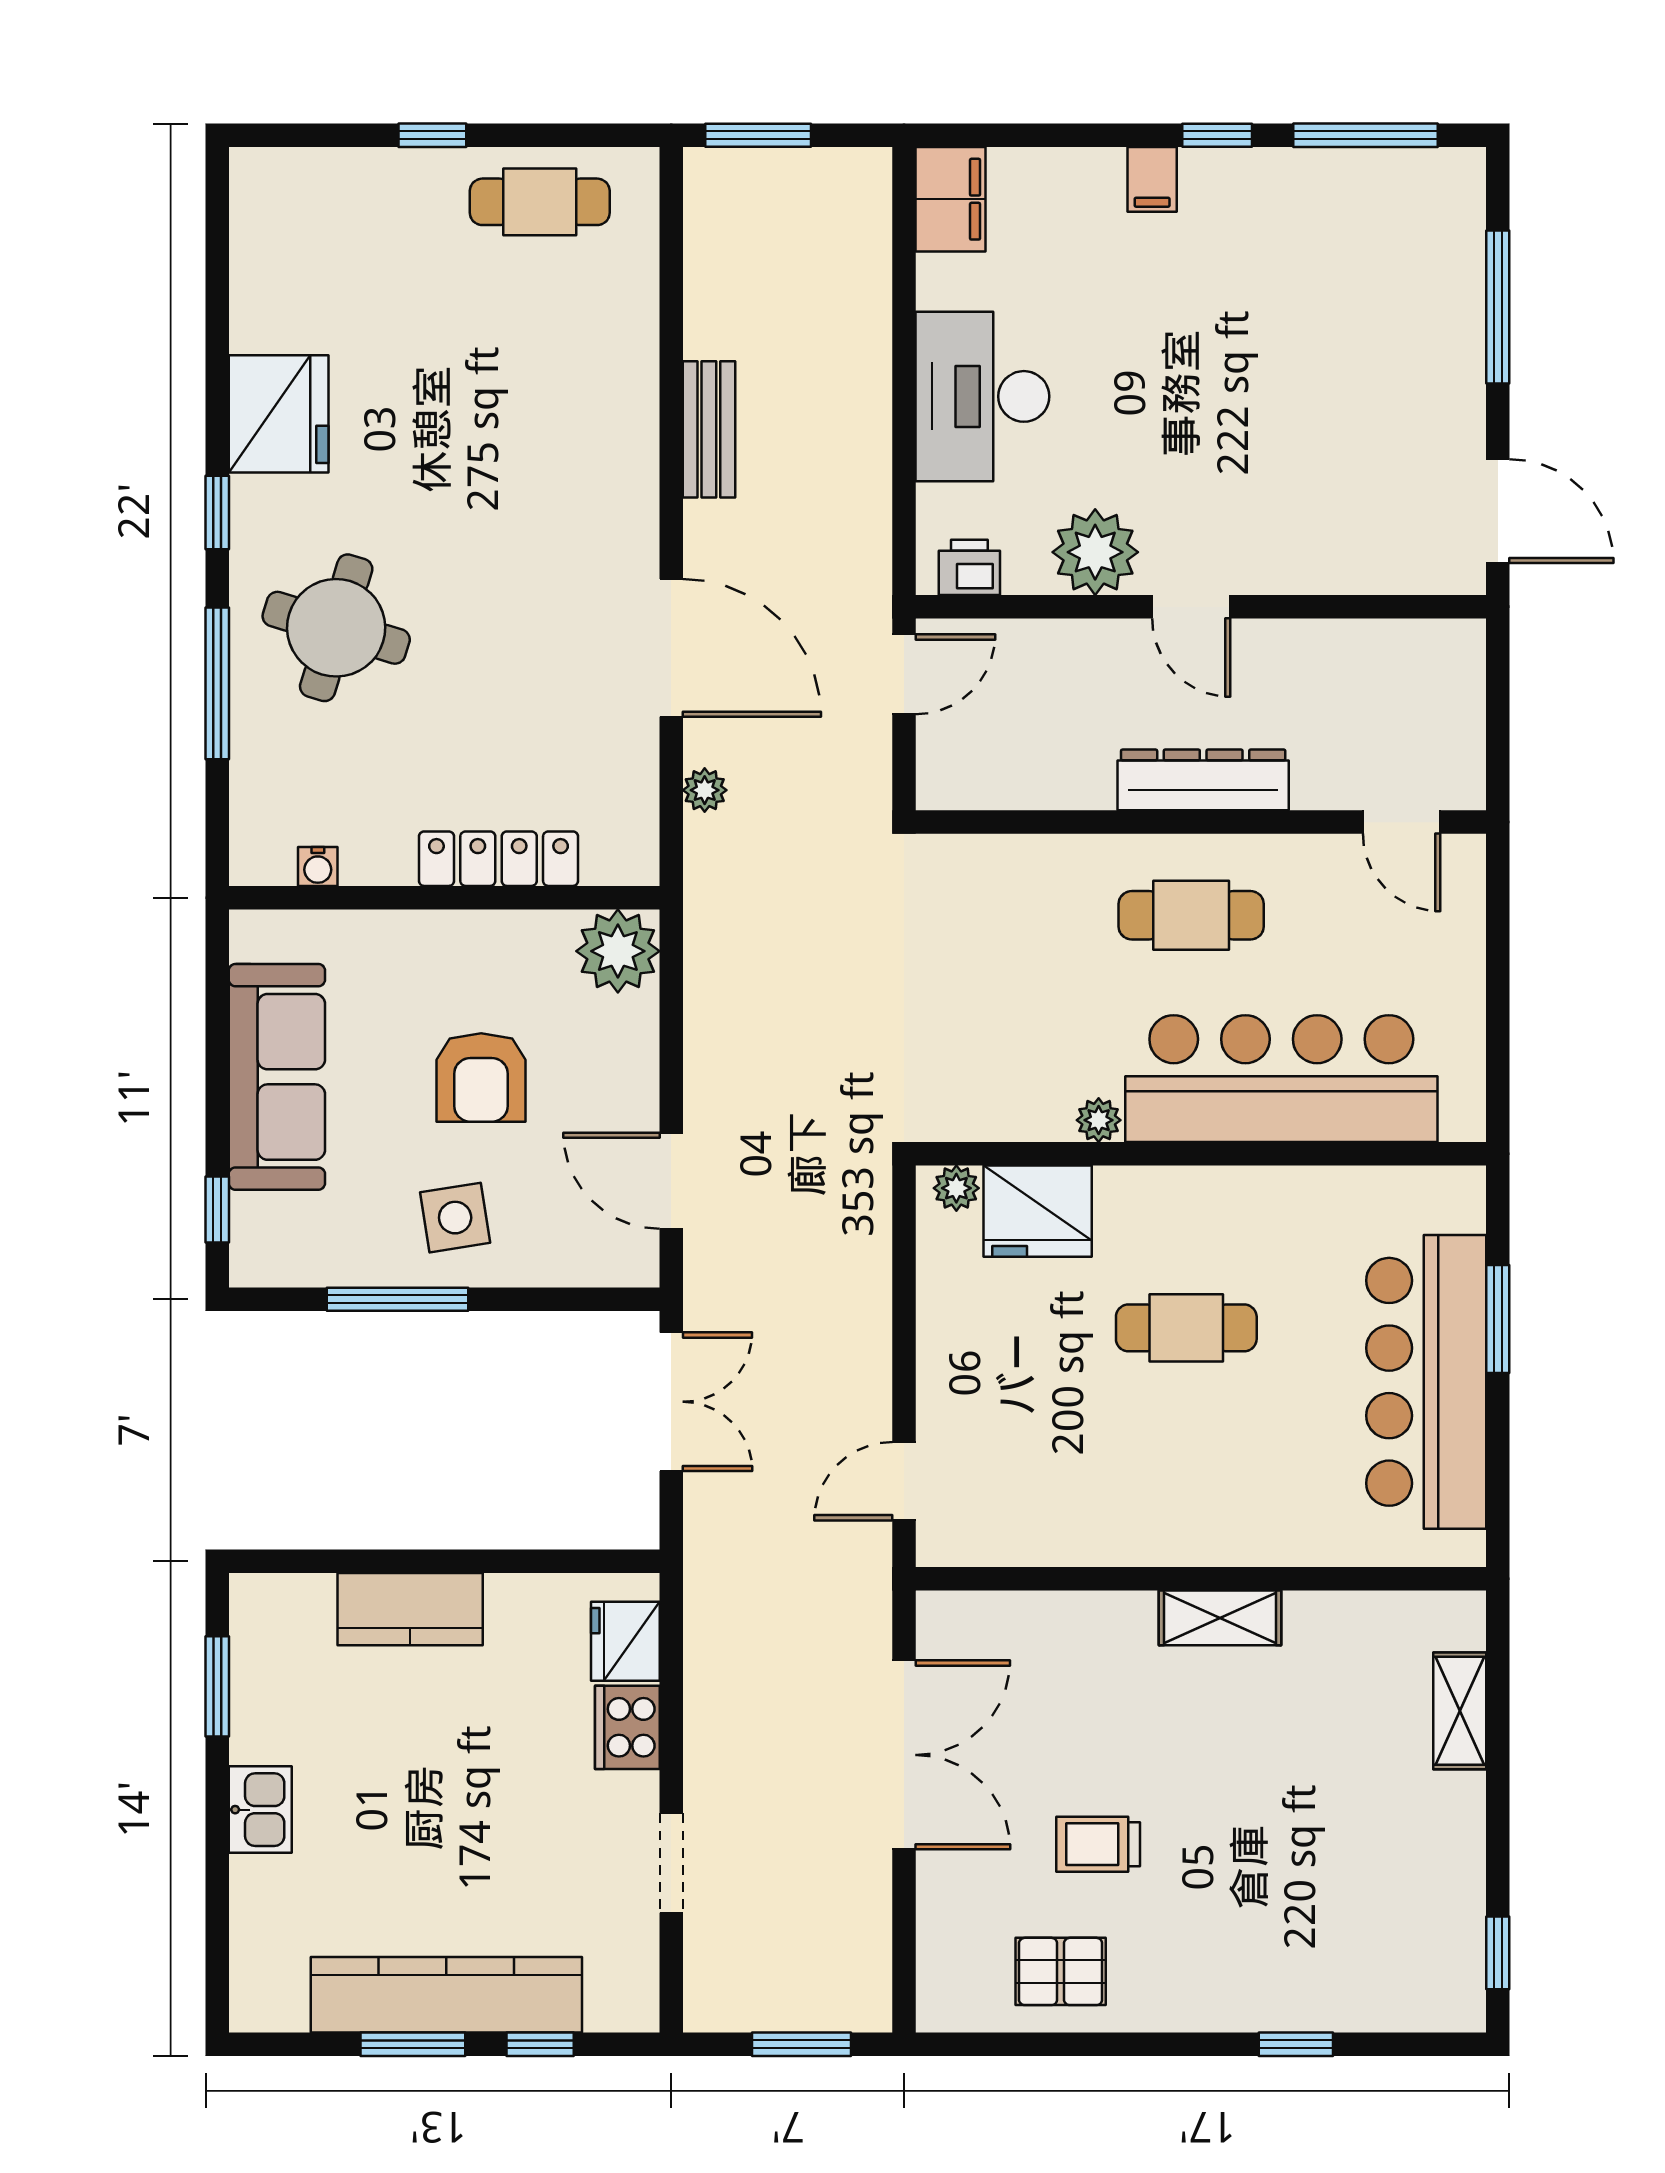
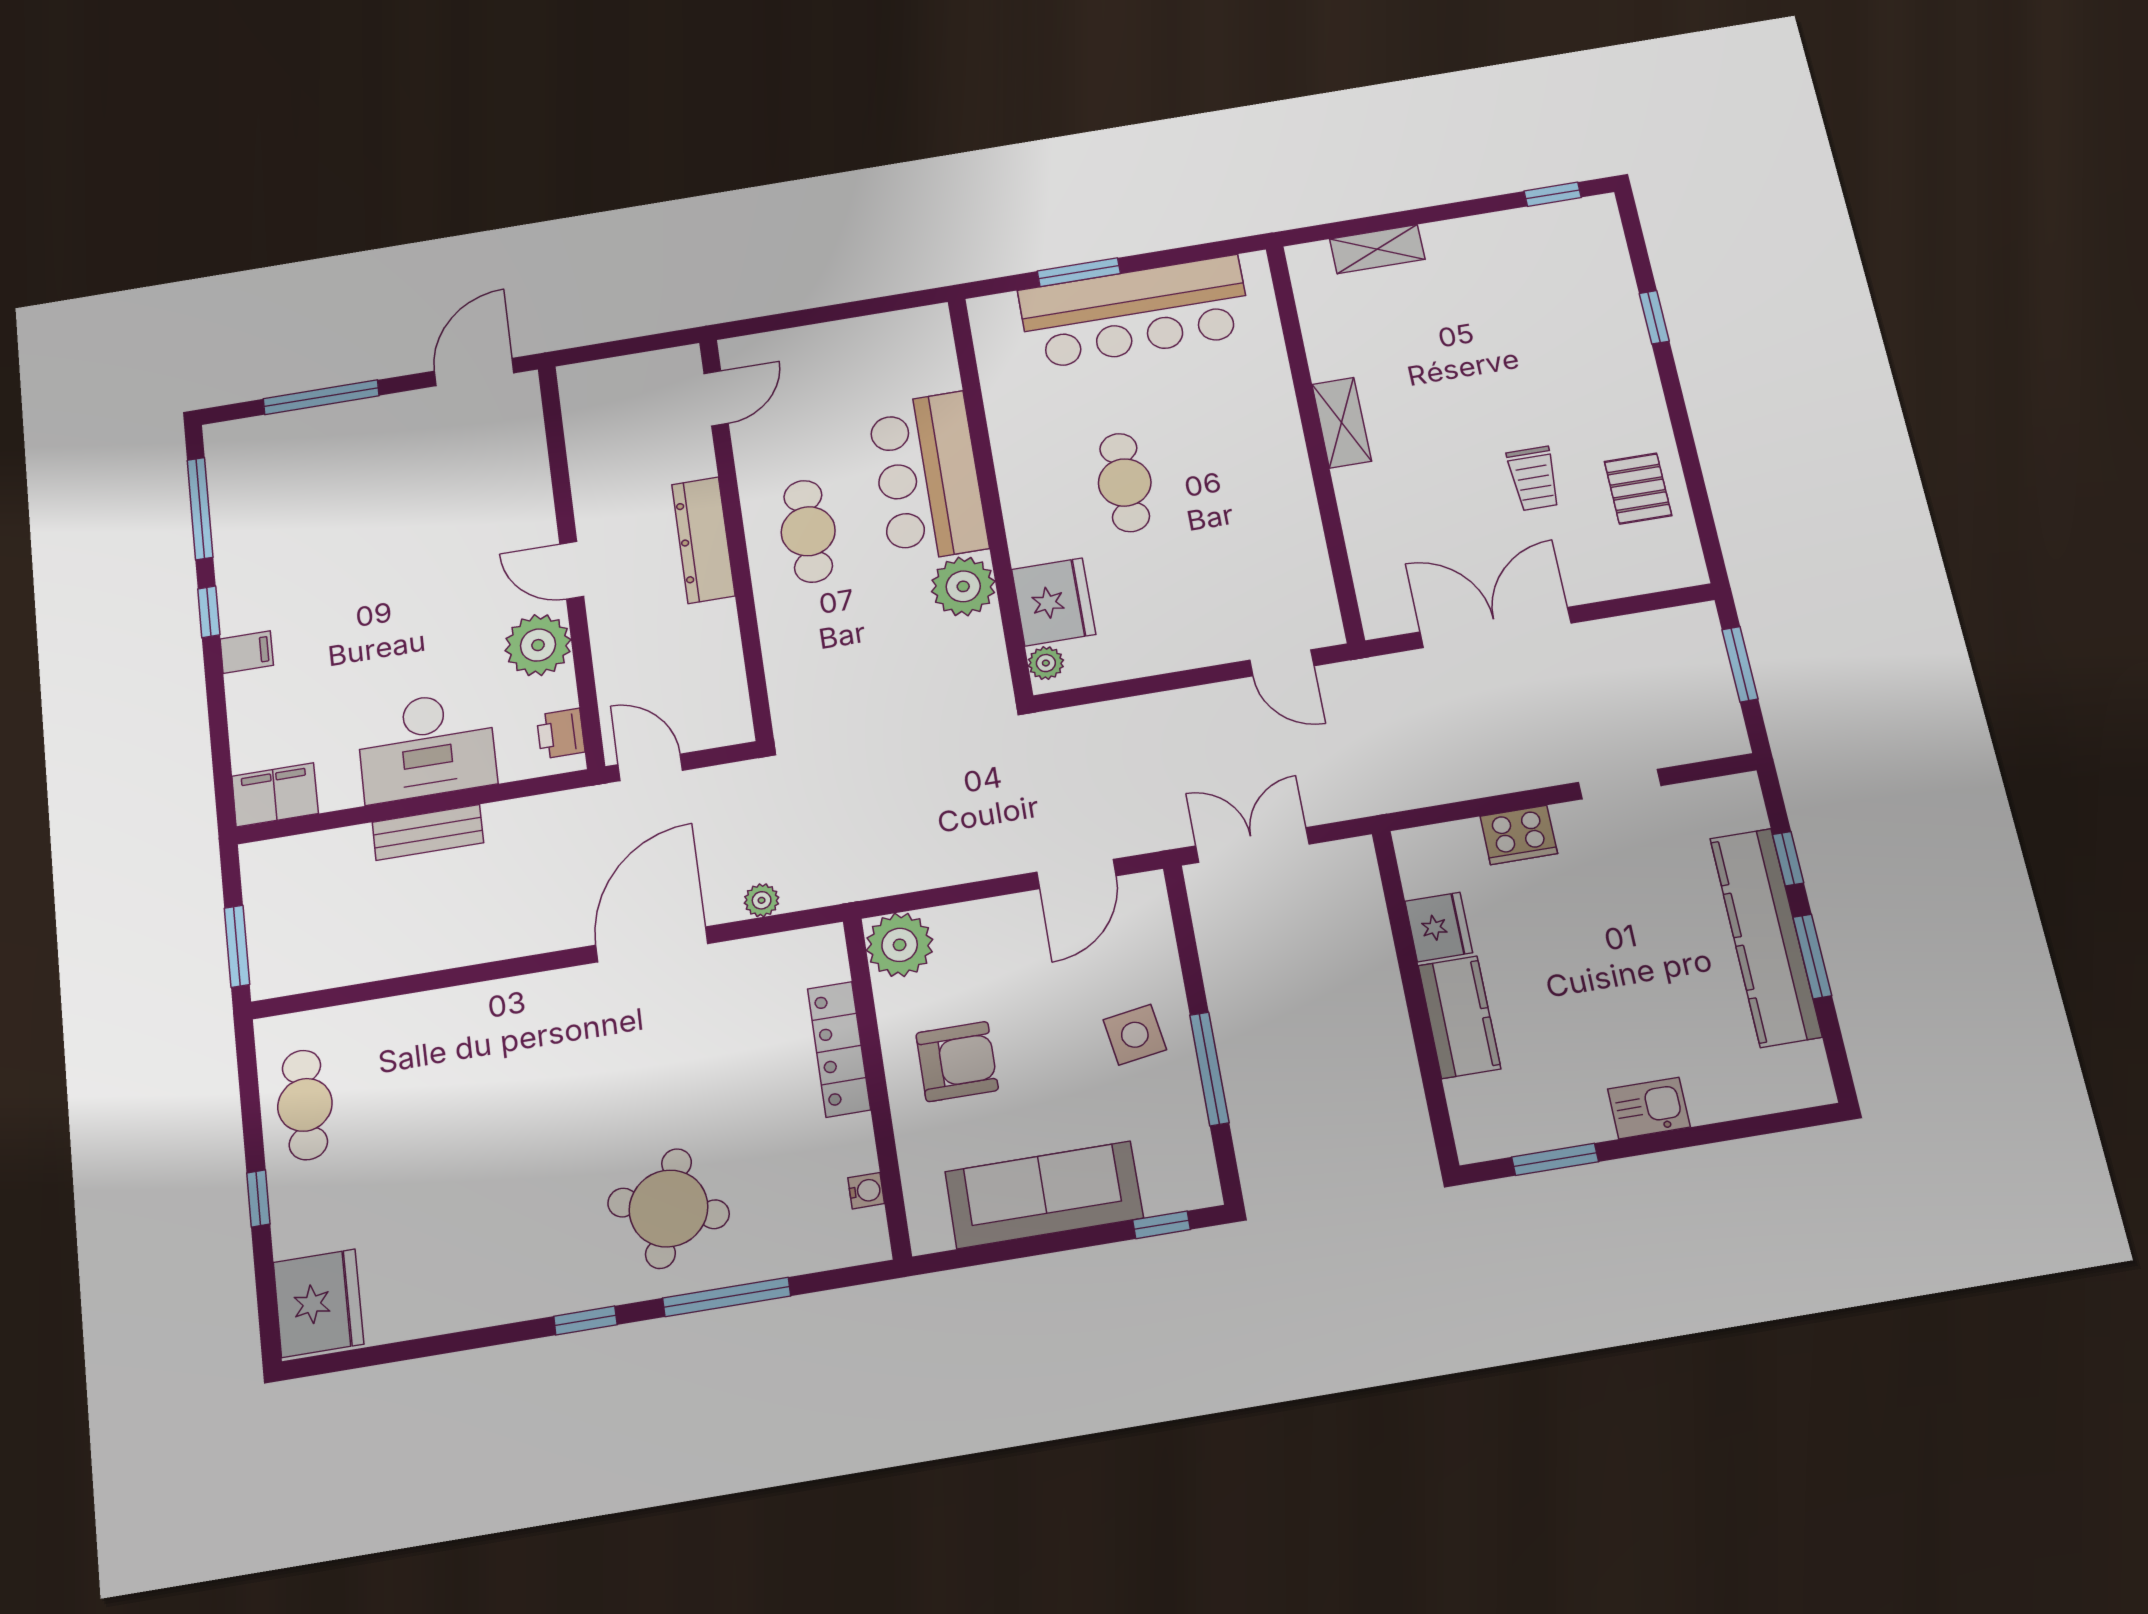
fridge: (279, 414) -> (318, 1303), moved, turned 90
bench: (709, 429) -> (428, 832), moved
door: (1191, 607) -> (572, 570), swing flipped
armchair: (481, 1077) -> (957, 1062), moved
bar counter: (1281, 1079) -> (928, 477), width x0.73
plant: (1099, 1120) -> (963, 586), width x1.88, depth x1.88
fridge: (625, 1641) -> (1439, 927), moved, turned -90

